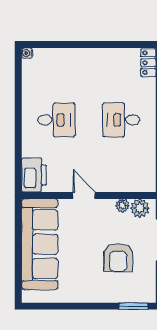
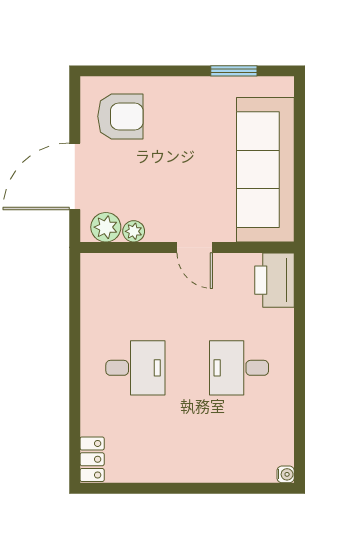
armchair: (118, 257) -> (120, 116), moved, turned 90
window: (133, 306) -> (234, 71), moved

